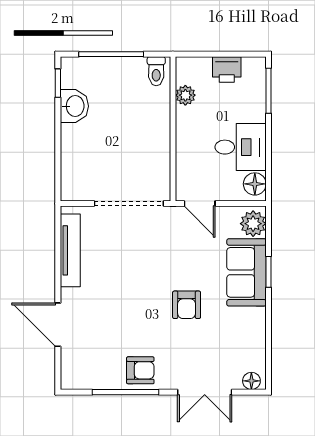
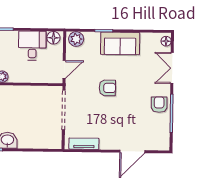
tv unit: (70, 250) -> (84, 144), width x0.71
sofa: (246, 272) -> (120, 43), moved
armchair: (187, 305) -> (107, 88), moved
double door: (205, 392) -> (172, 68), swing flipped

